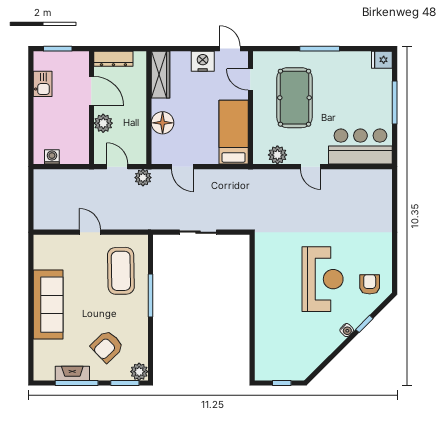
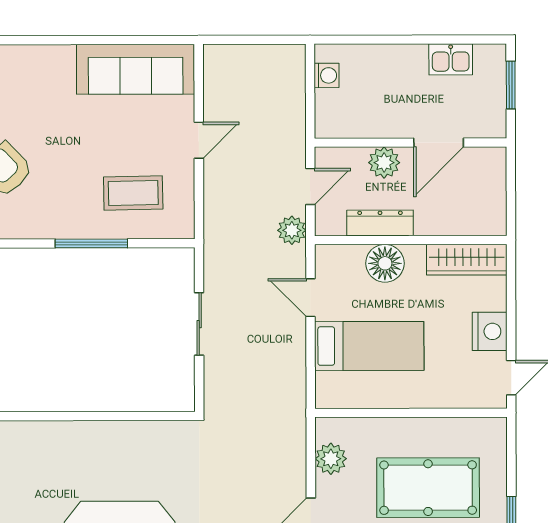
dresser: (113, 59) -> (380, 223), moved, turned 90
door: (250, 79) -> (459, 413), removed
bed: (234, 132) -> (369, 346), moved
door: (183, 167) -> (310, 298), hinge flipped
coffee table: (121, 271) -> (133, 193), width x0.73, depth x0.76
sofa: (48, 305) -> (136, 69), moved

